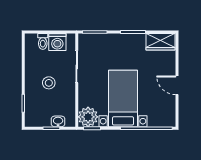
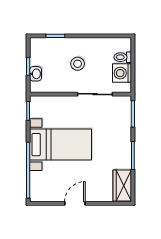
plant: (88, 117) -> (40, 106), removed

